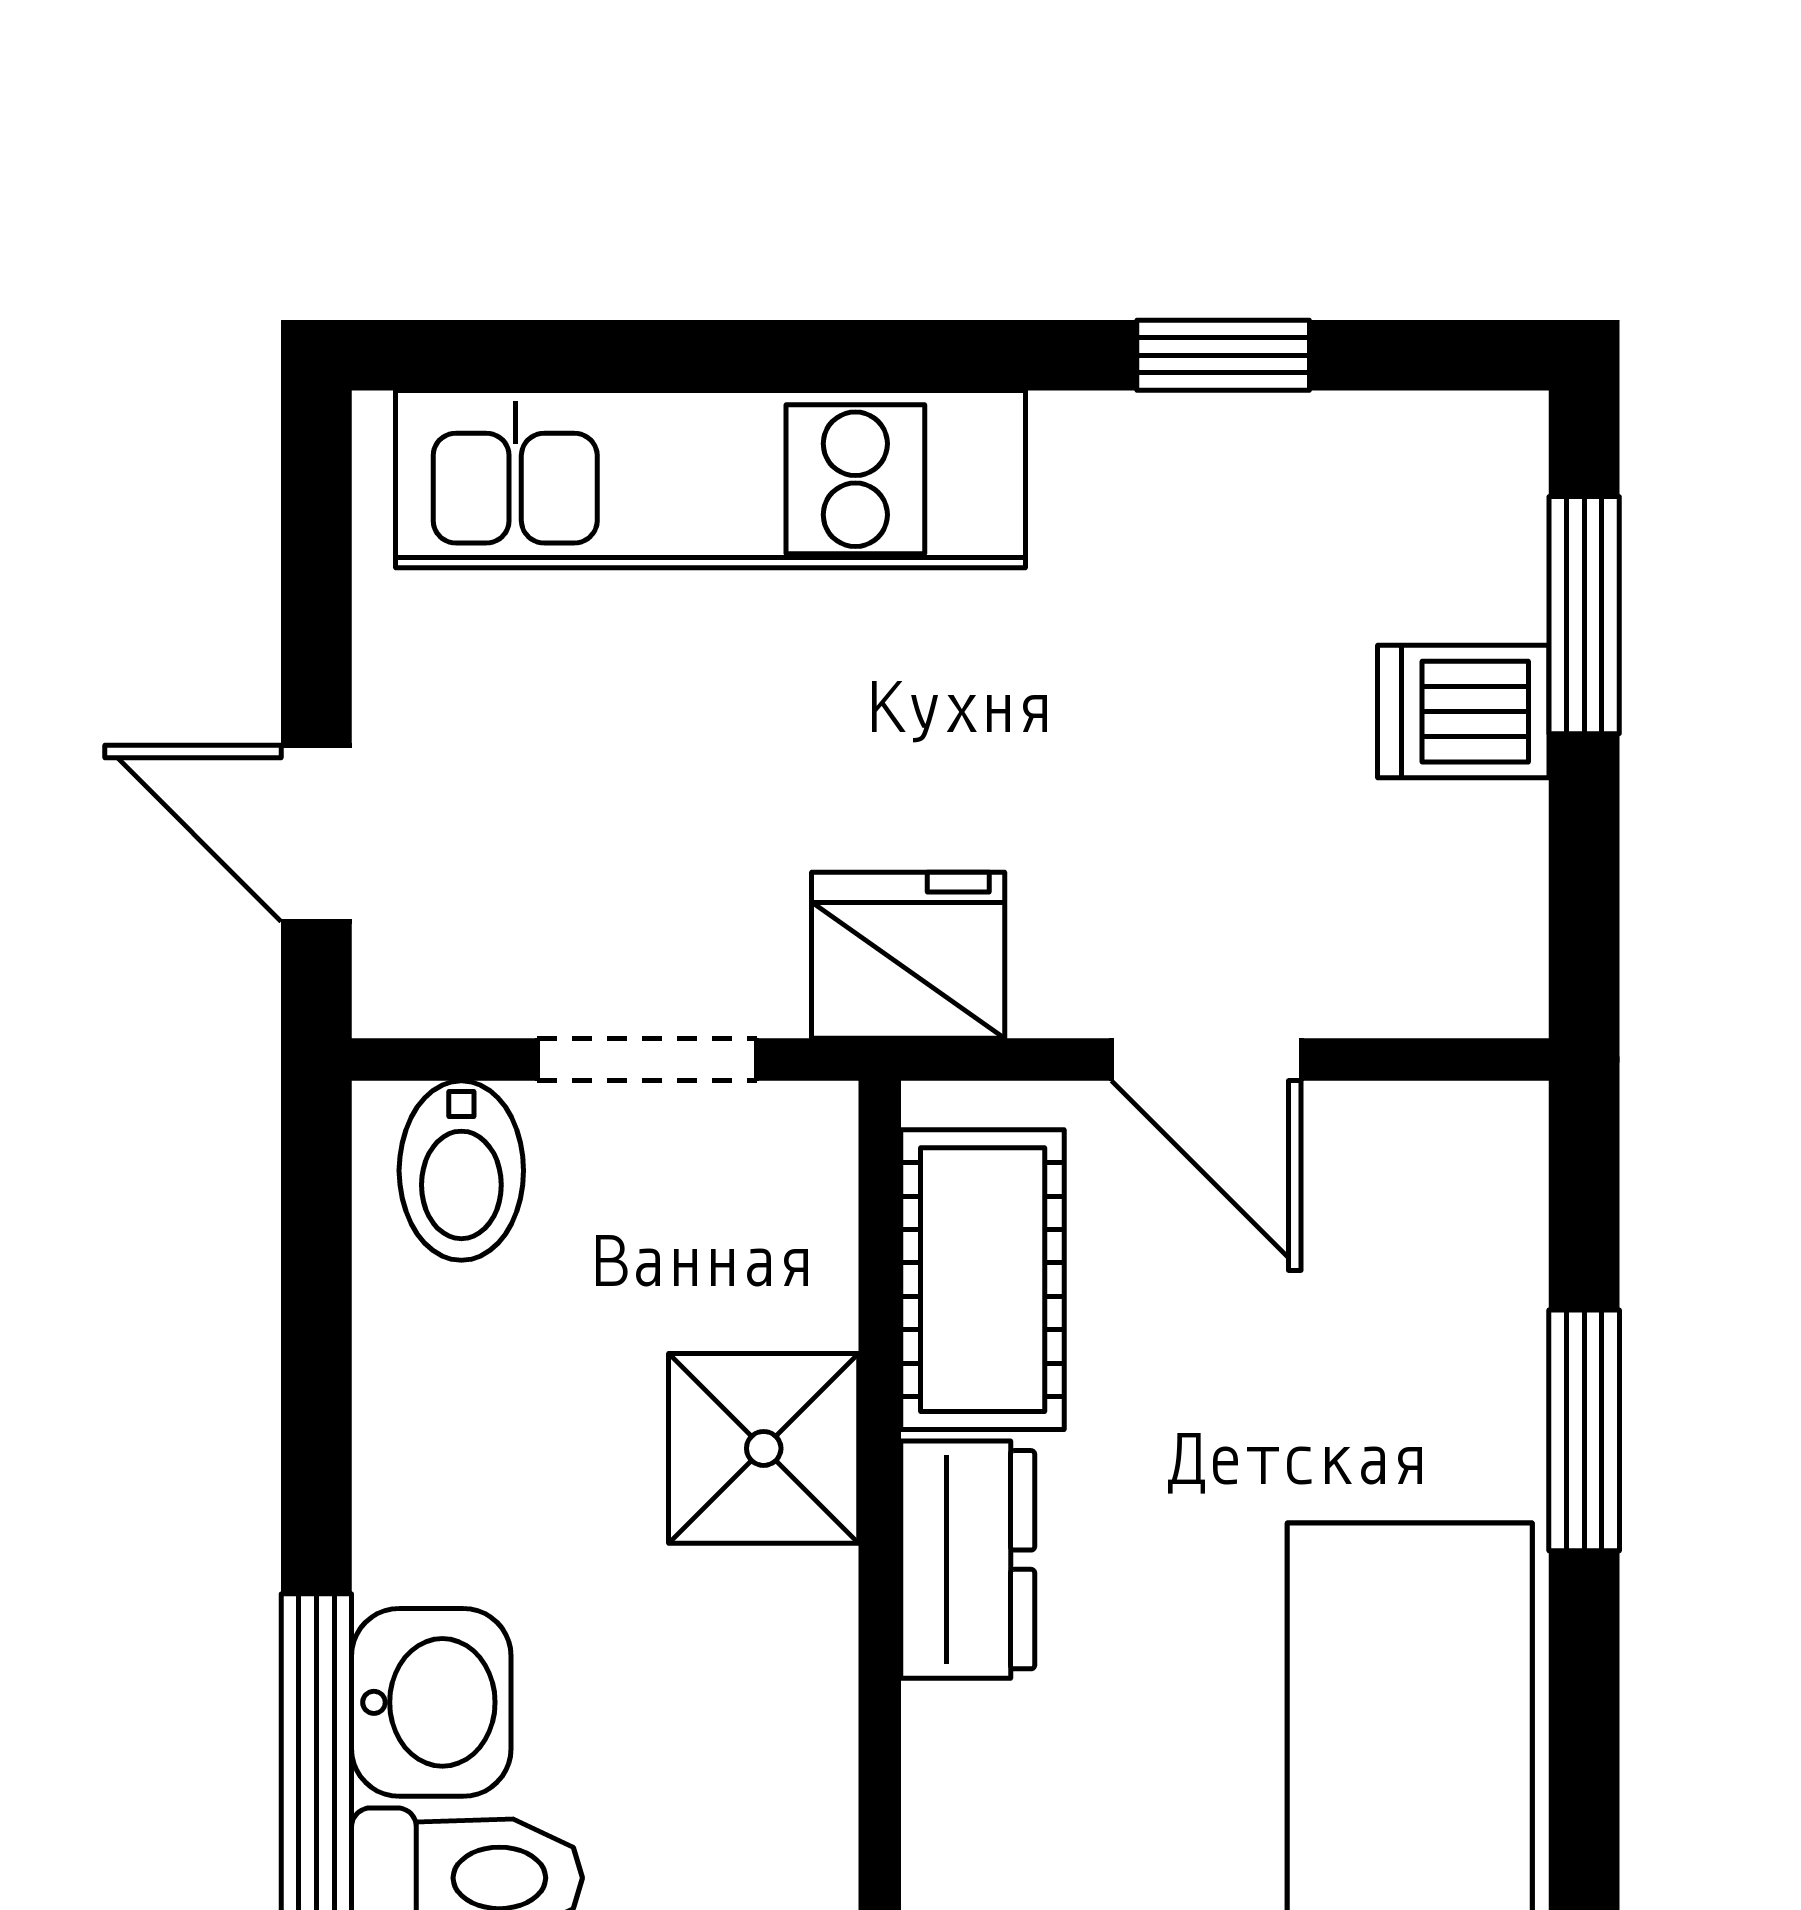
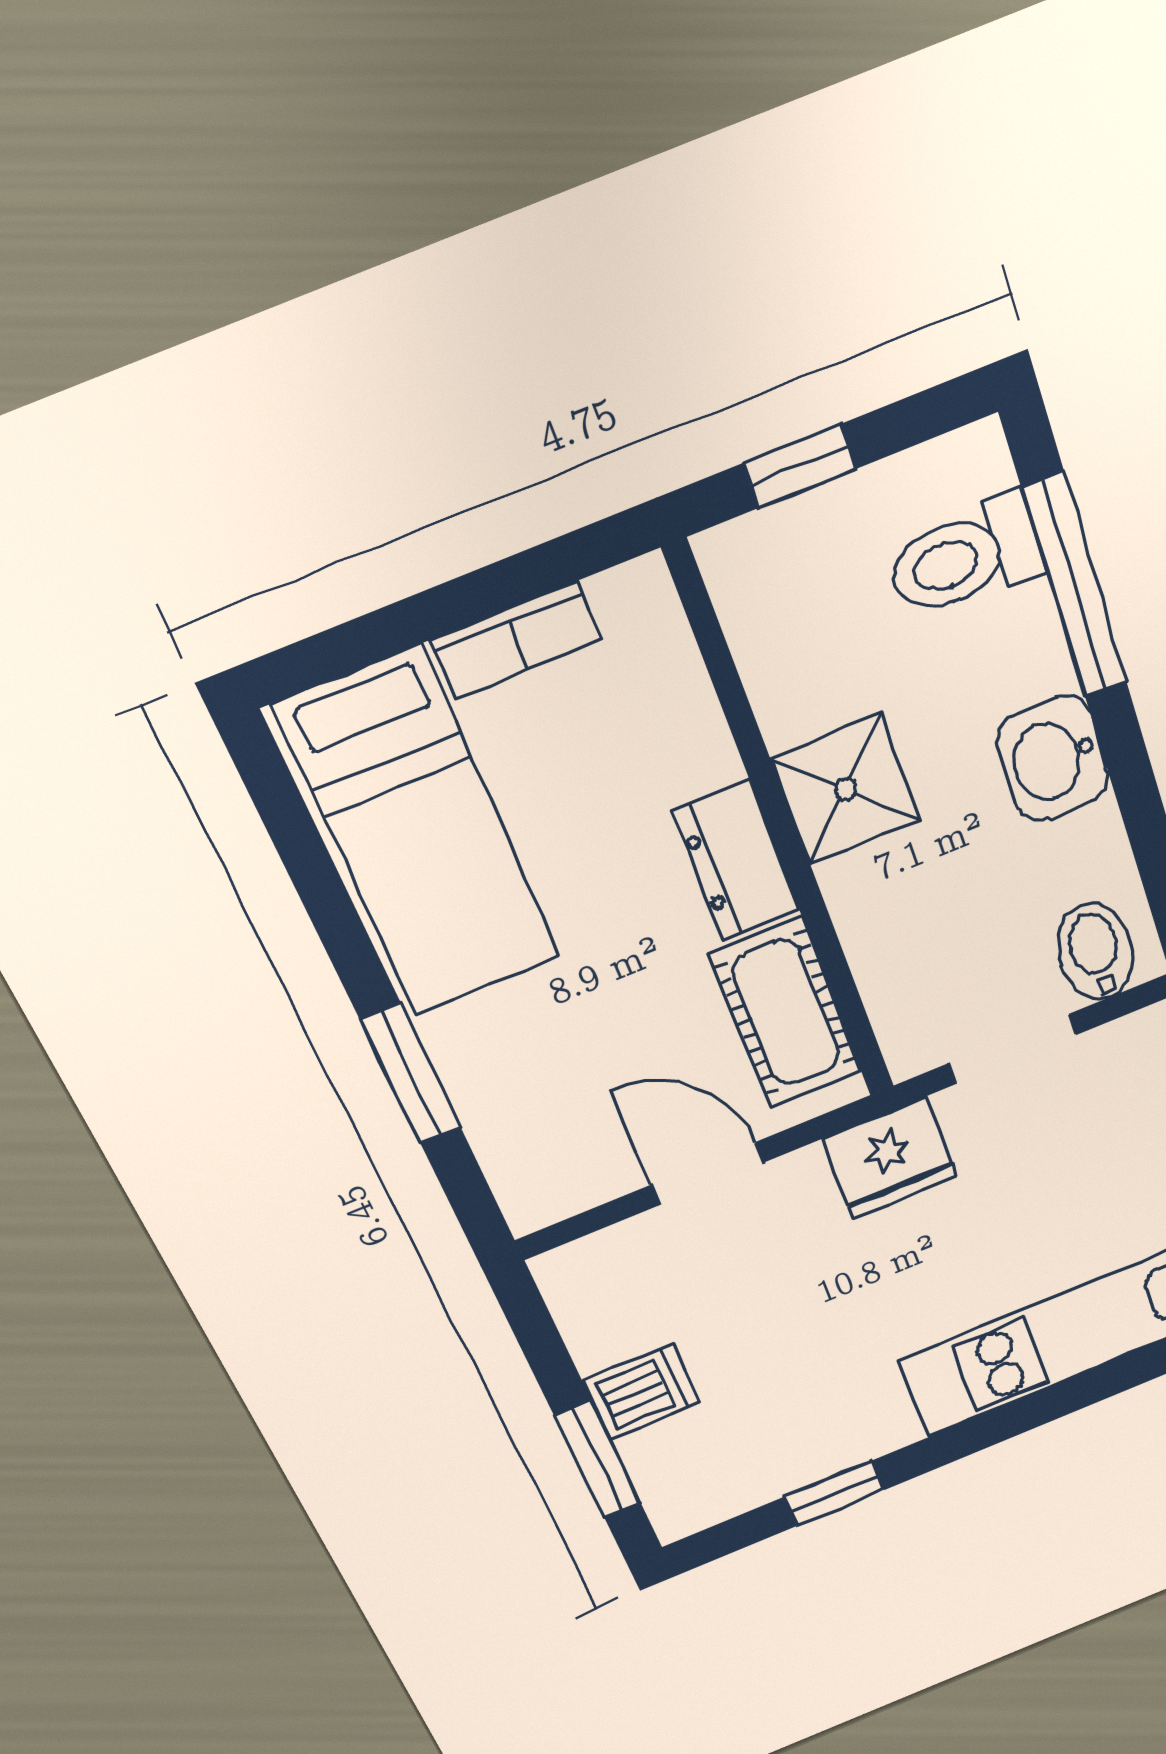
shower: (764, 1448) -> (845, 789), moved
washbasin: (431, 1702) -> (1053, 759), moved

